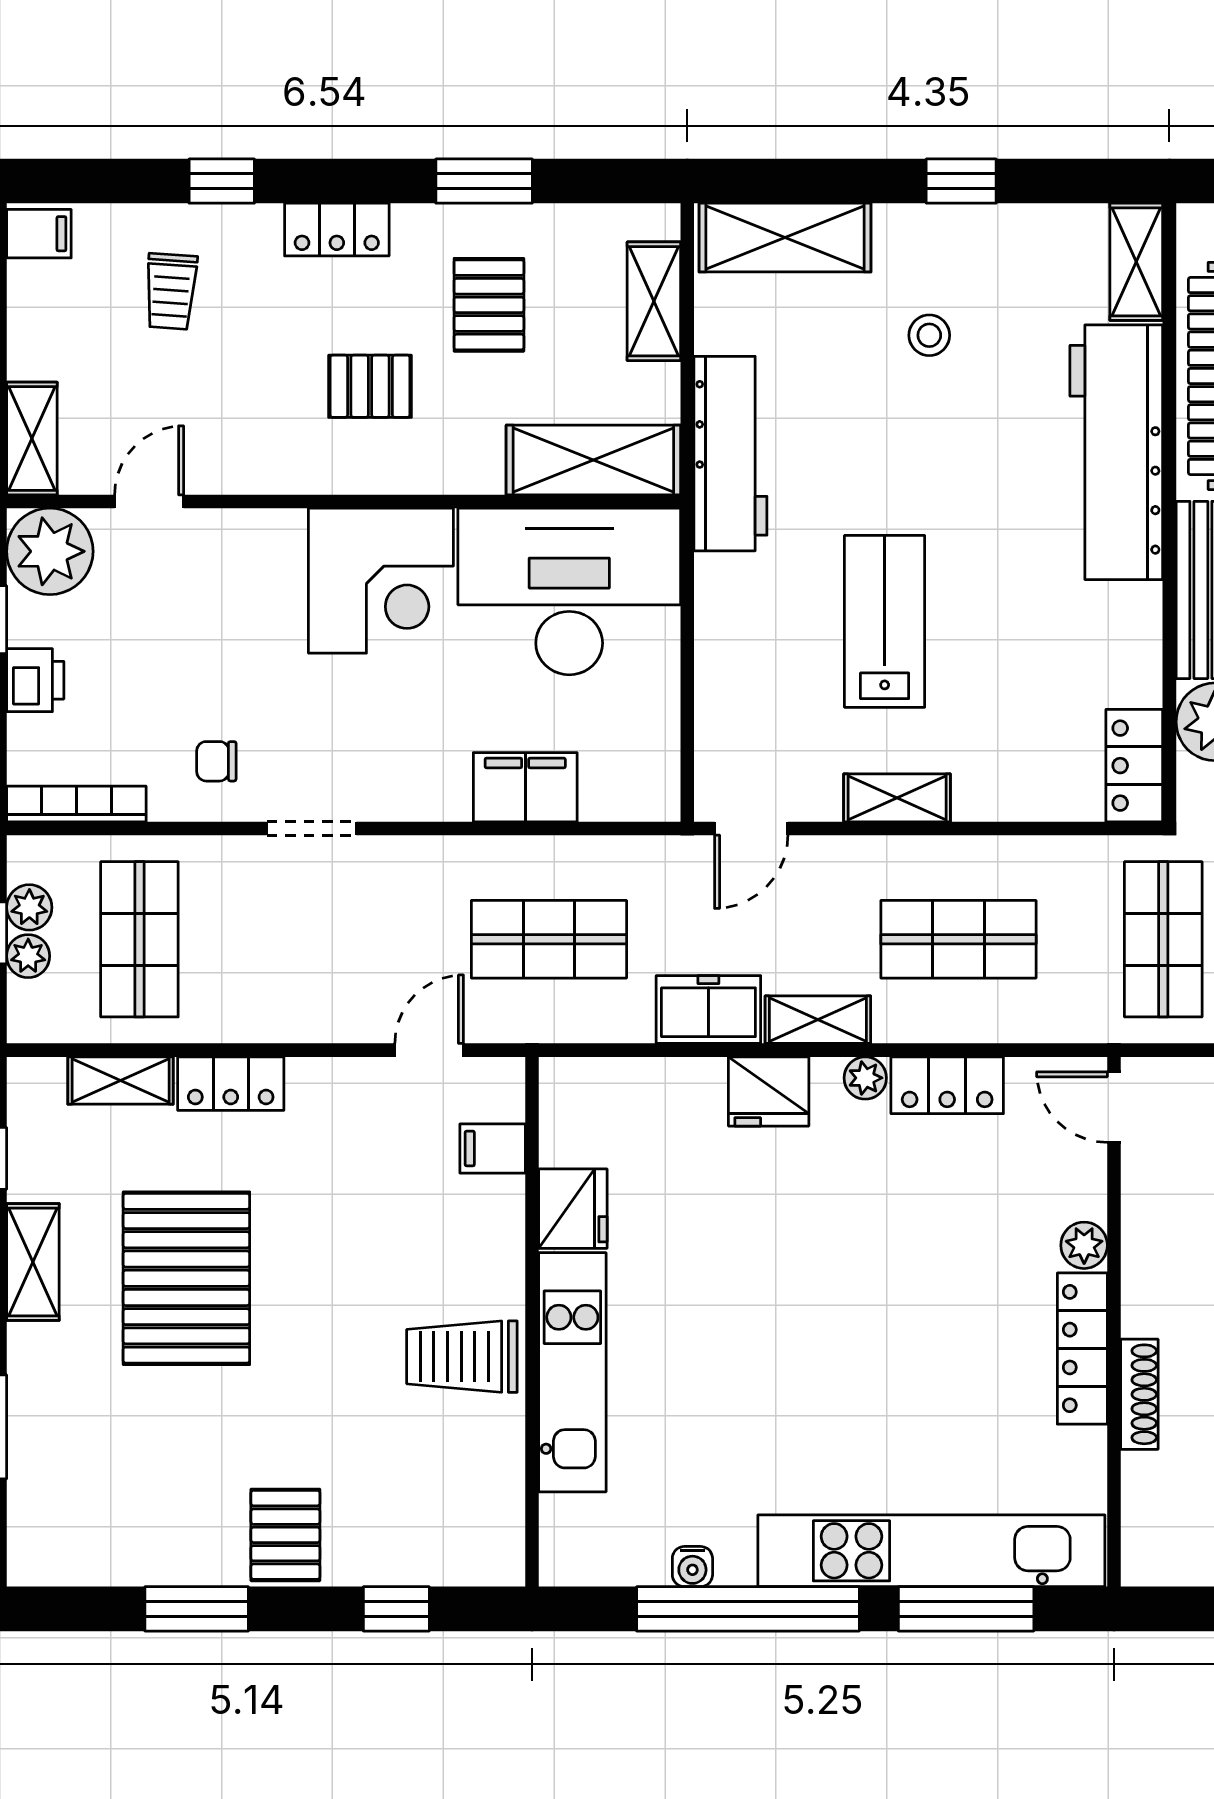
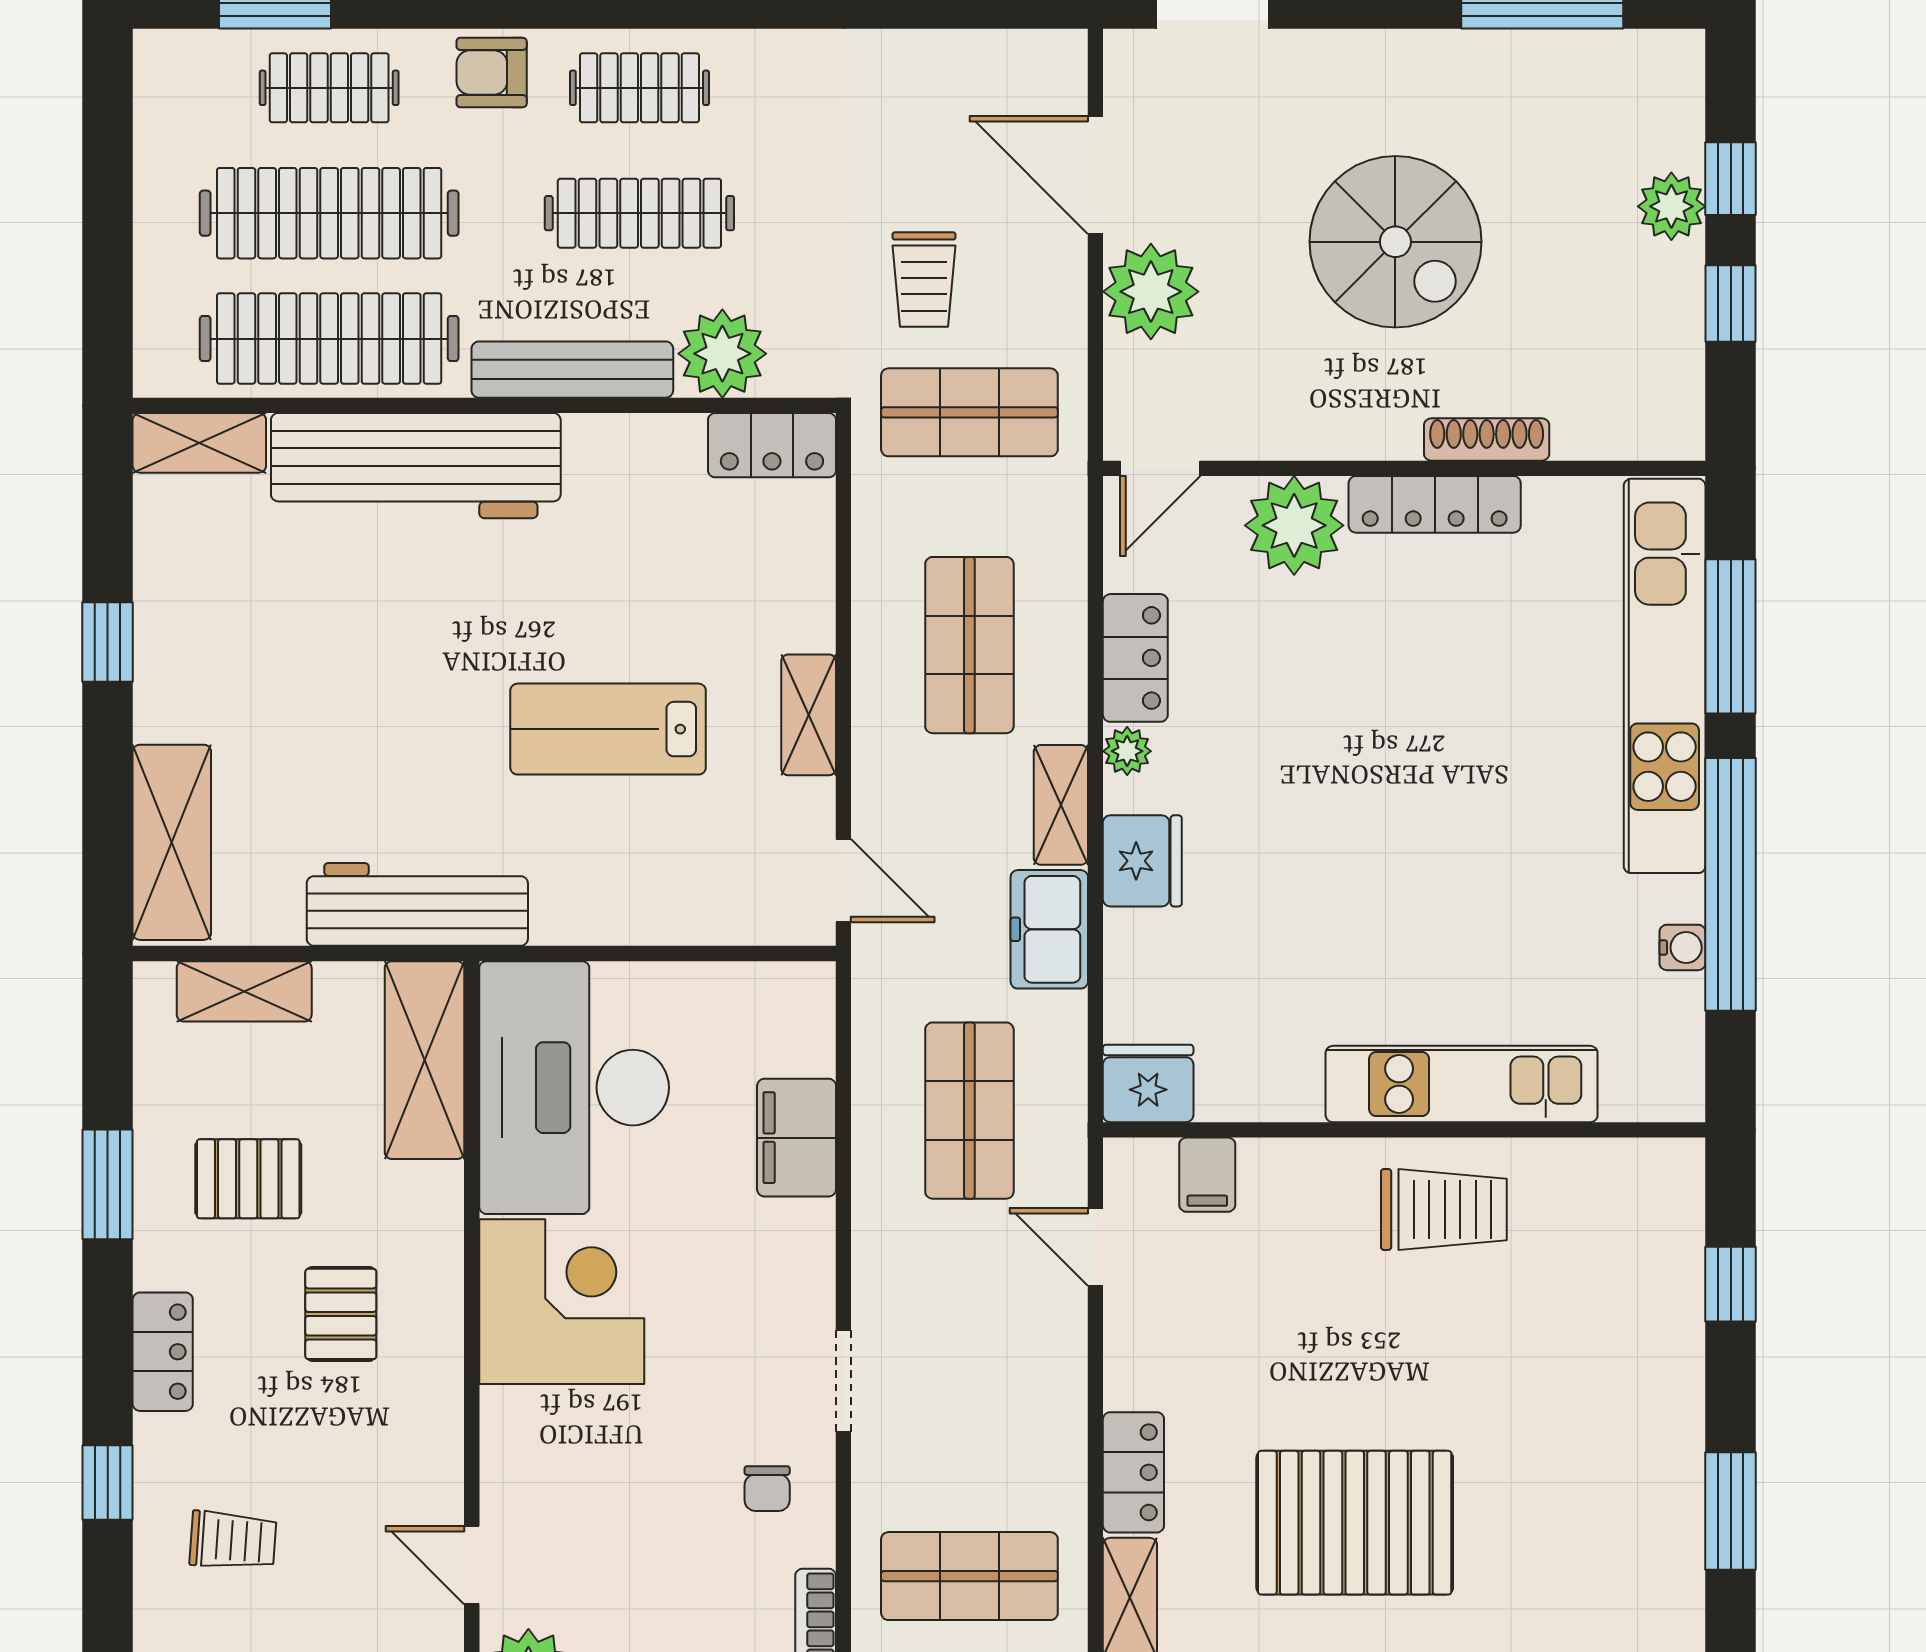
stool: (929, 335) -> (283, 678), removed
fridge: (573, 1209) -> (1148, 1083), moved
plant: (1084, 1245) -> (1294, 525), width x1.87, depth x1.87
trolley: (462, 1357) -> (1444, 1209), turned -90
pallet: (285, 1535) -> (1646, 1410), removed

